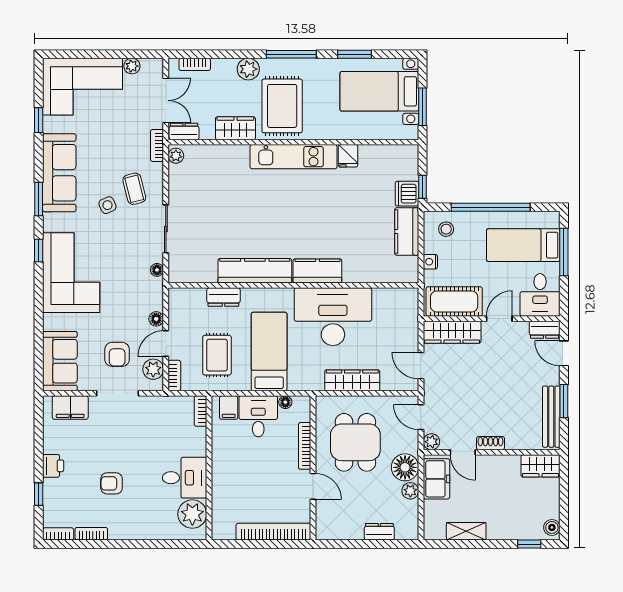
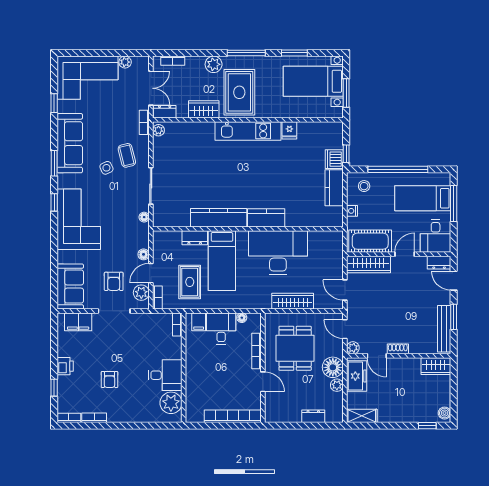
bed: (269, 352) -> (222, 261), moved, turned 180
armchair: (112, 483) -> (110, 380), turned -90
shelving: (466, 531) -> (362, 416), moved

